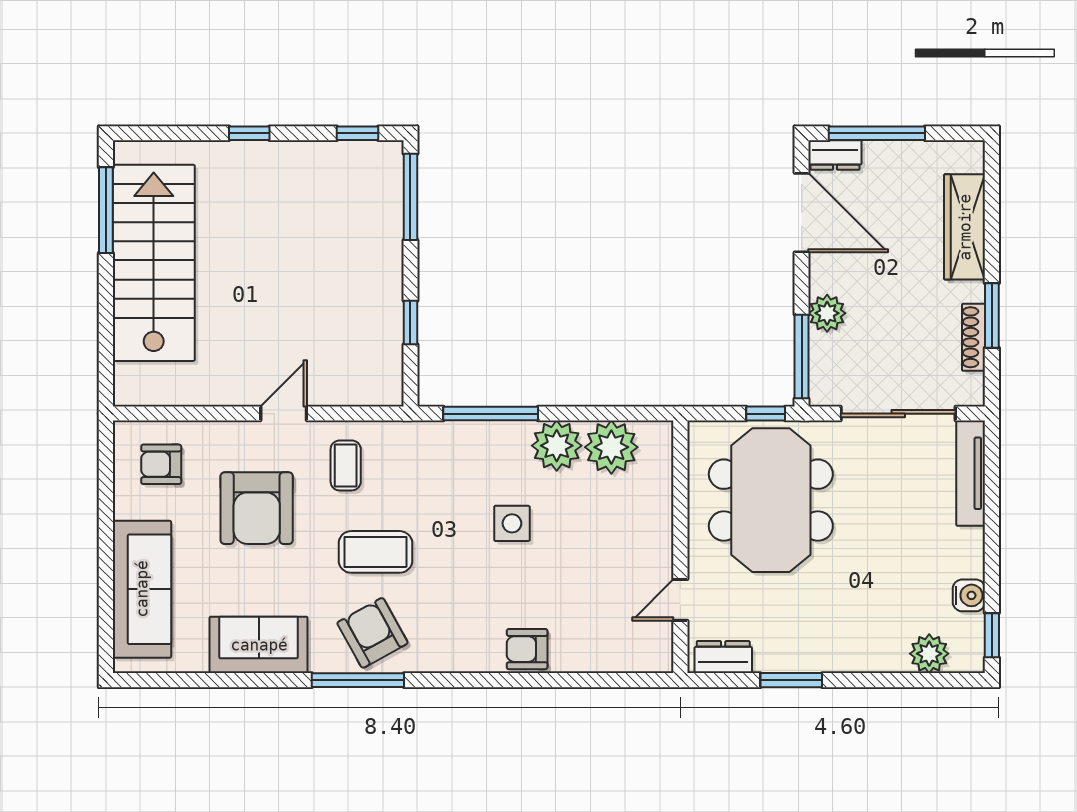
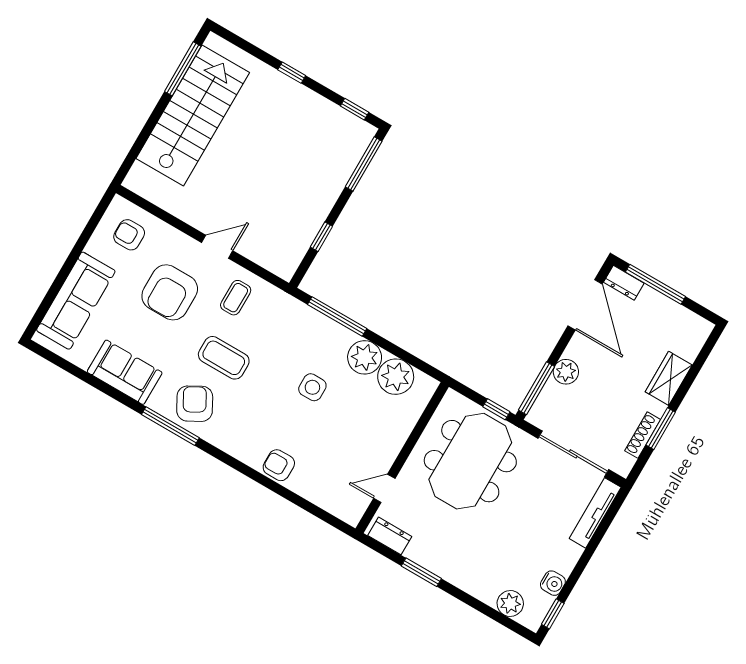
wardrobe: (965, 227) -> (669, 378), width x0.67

